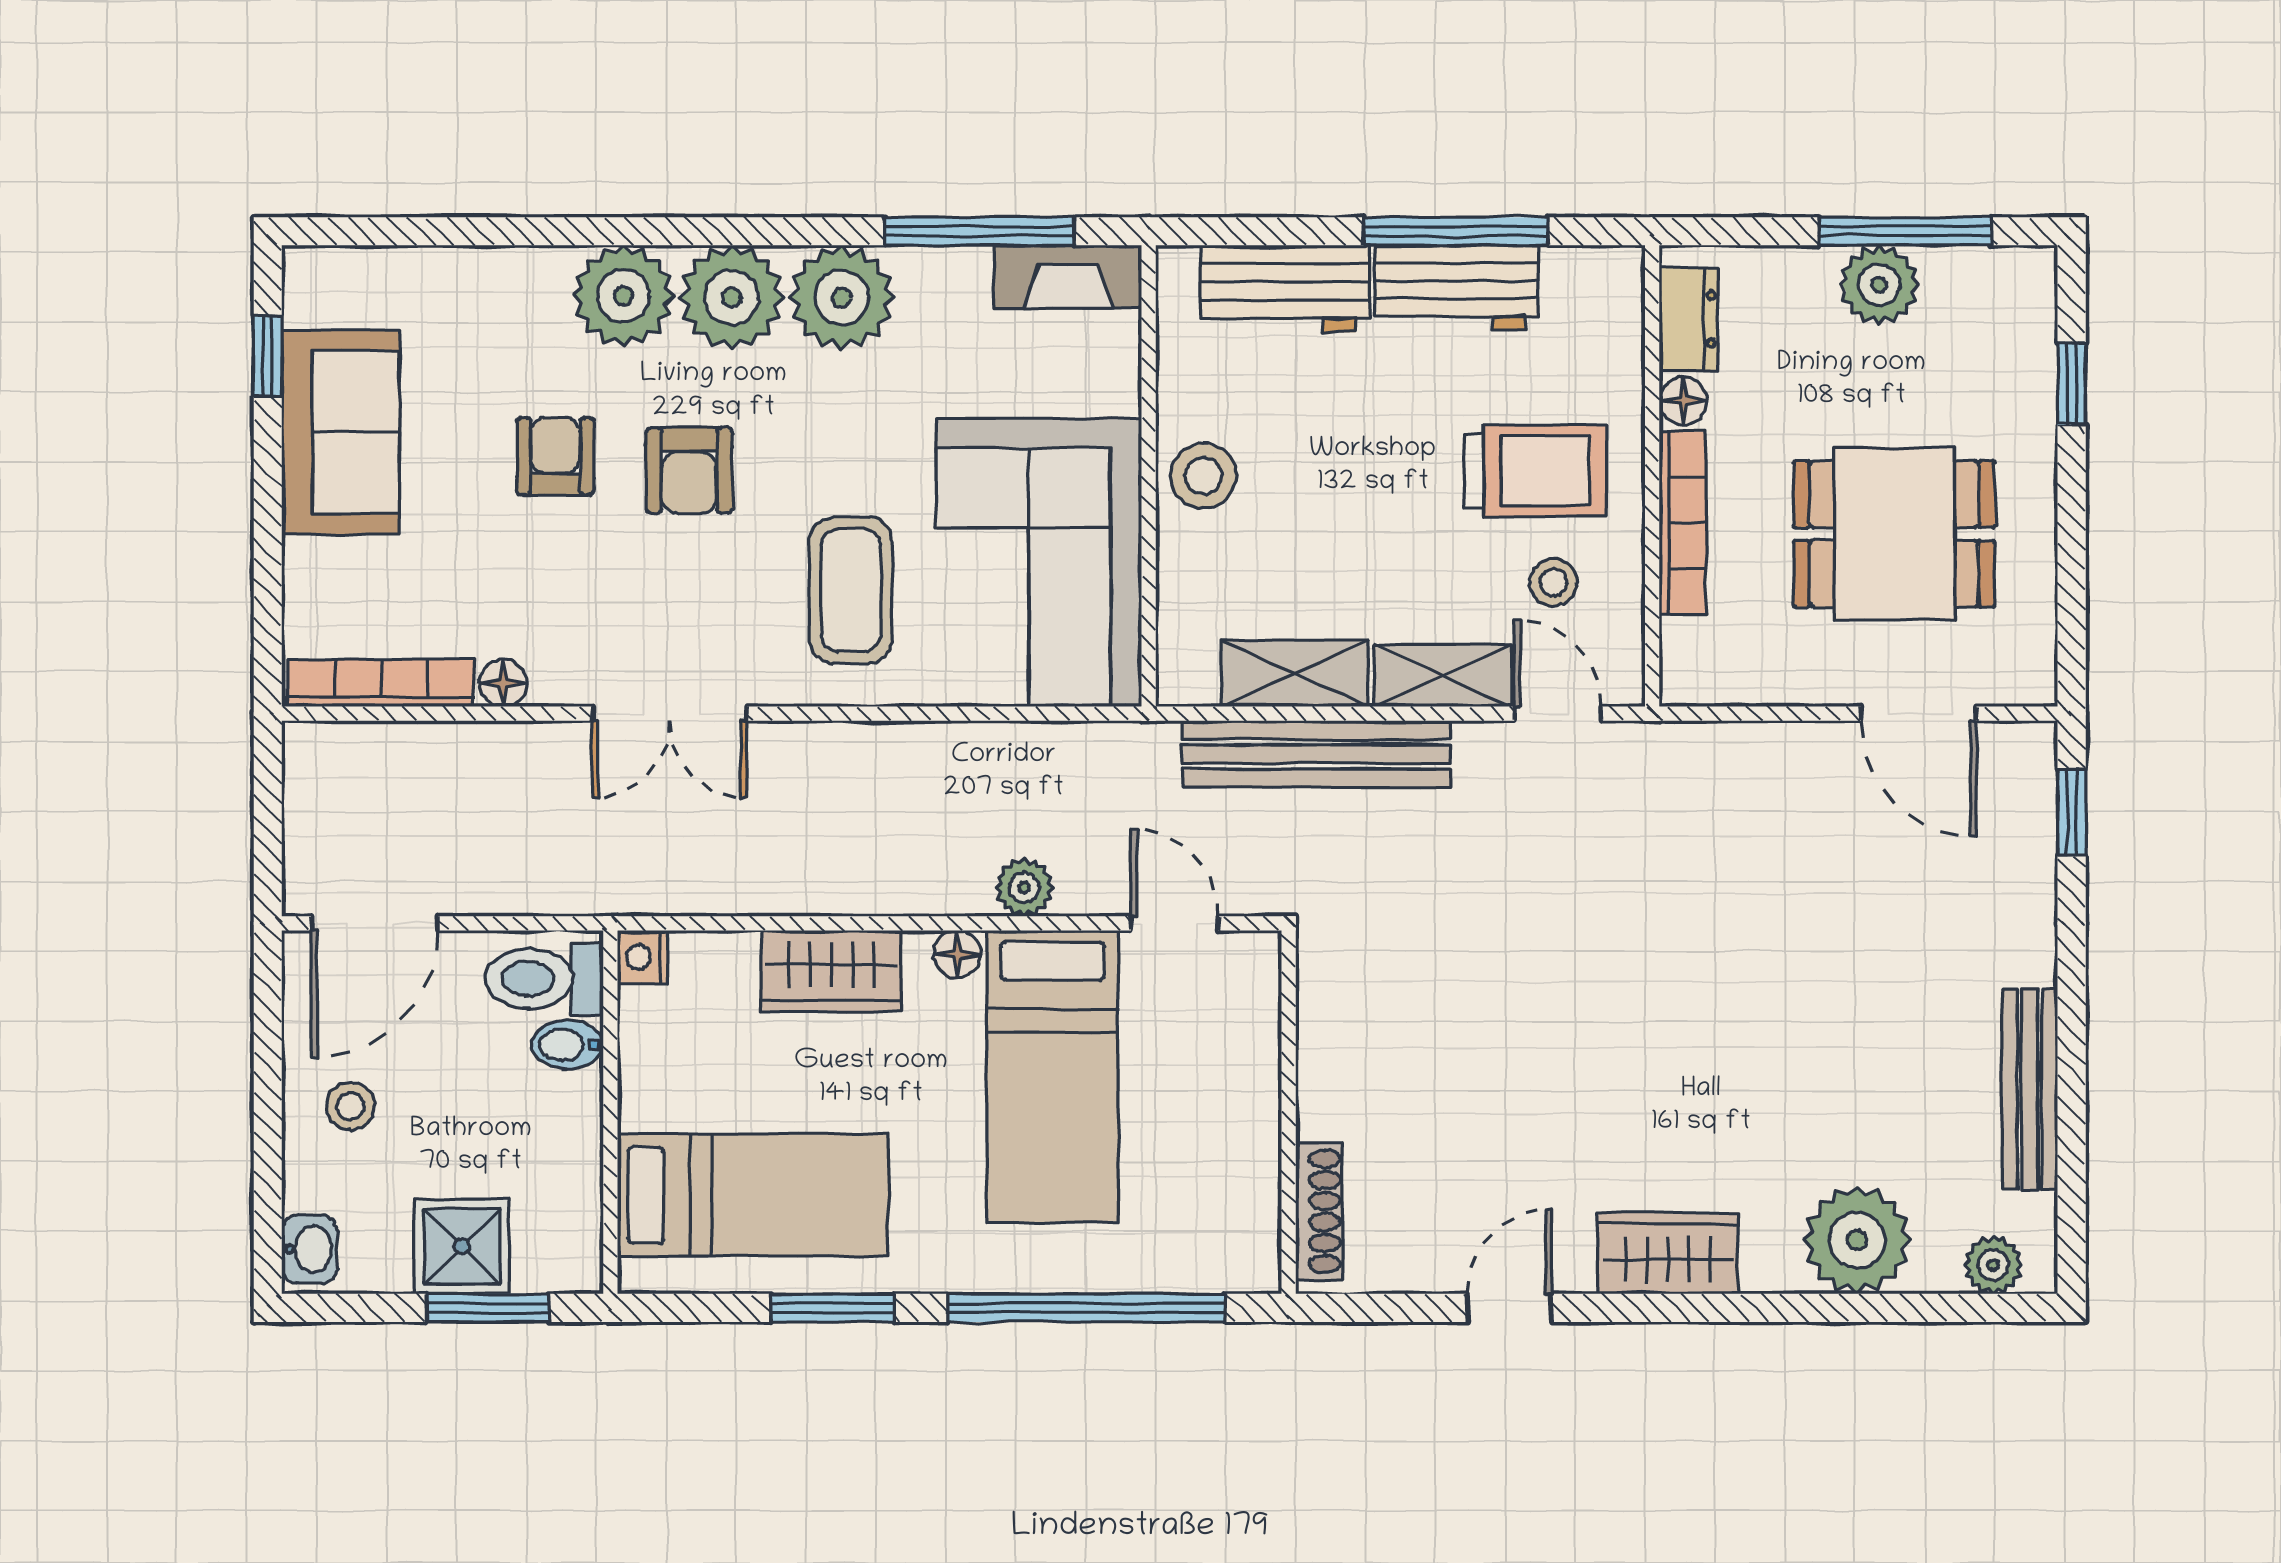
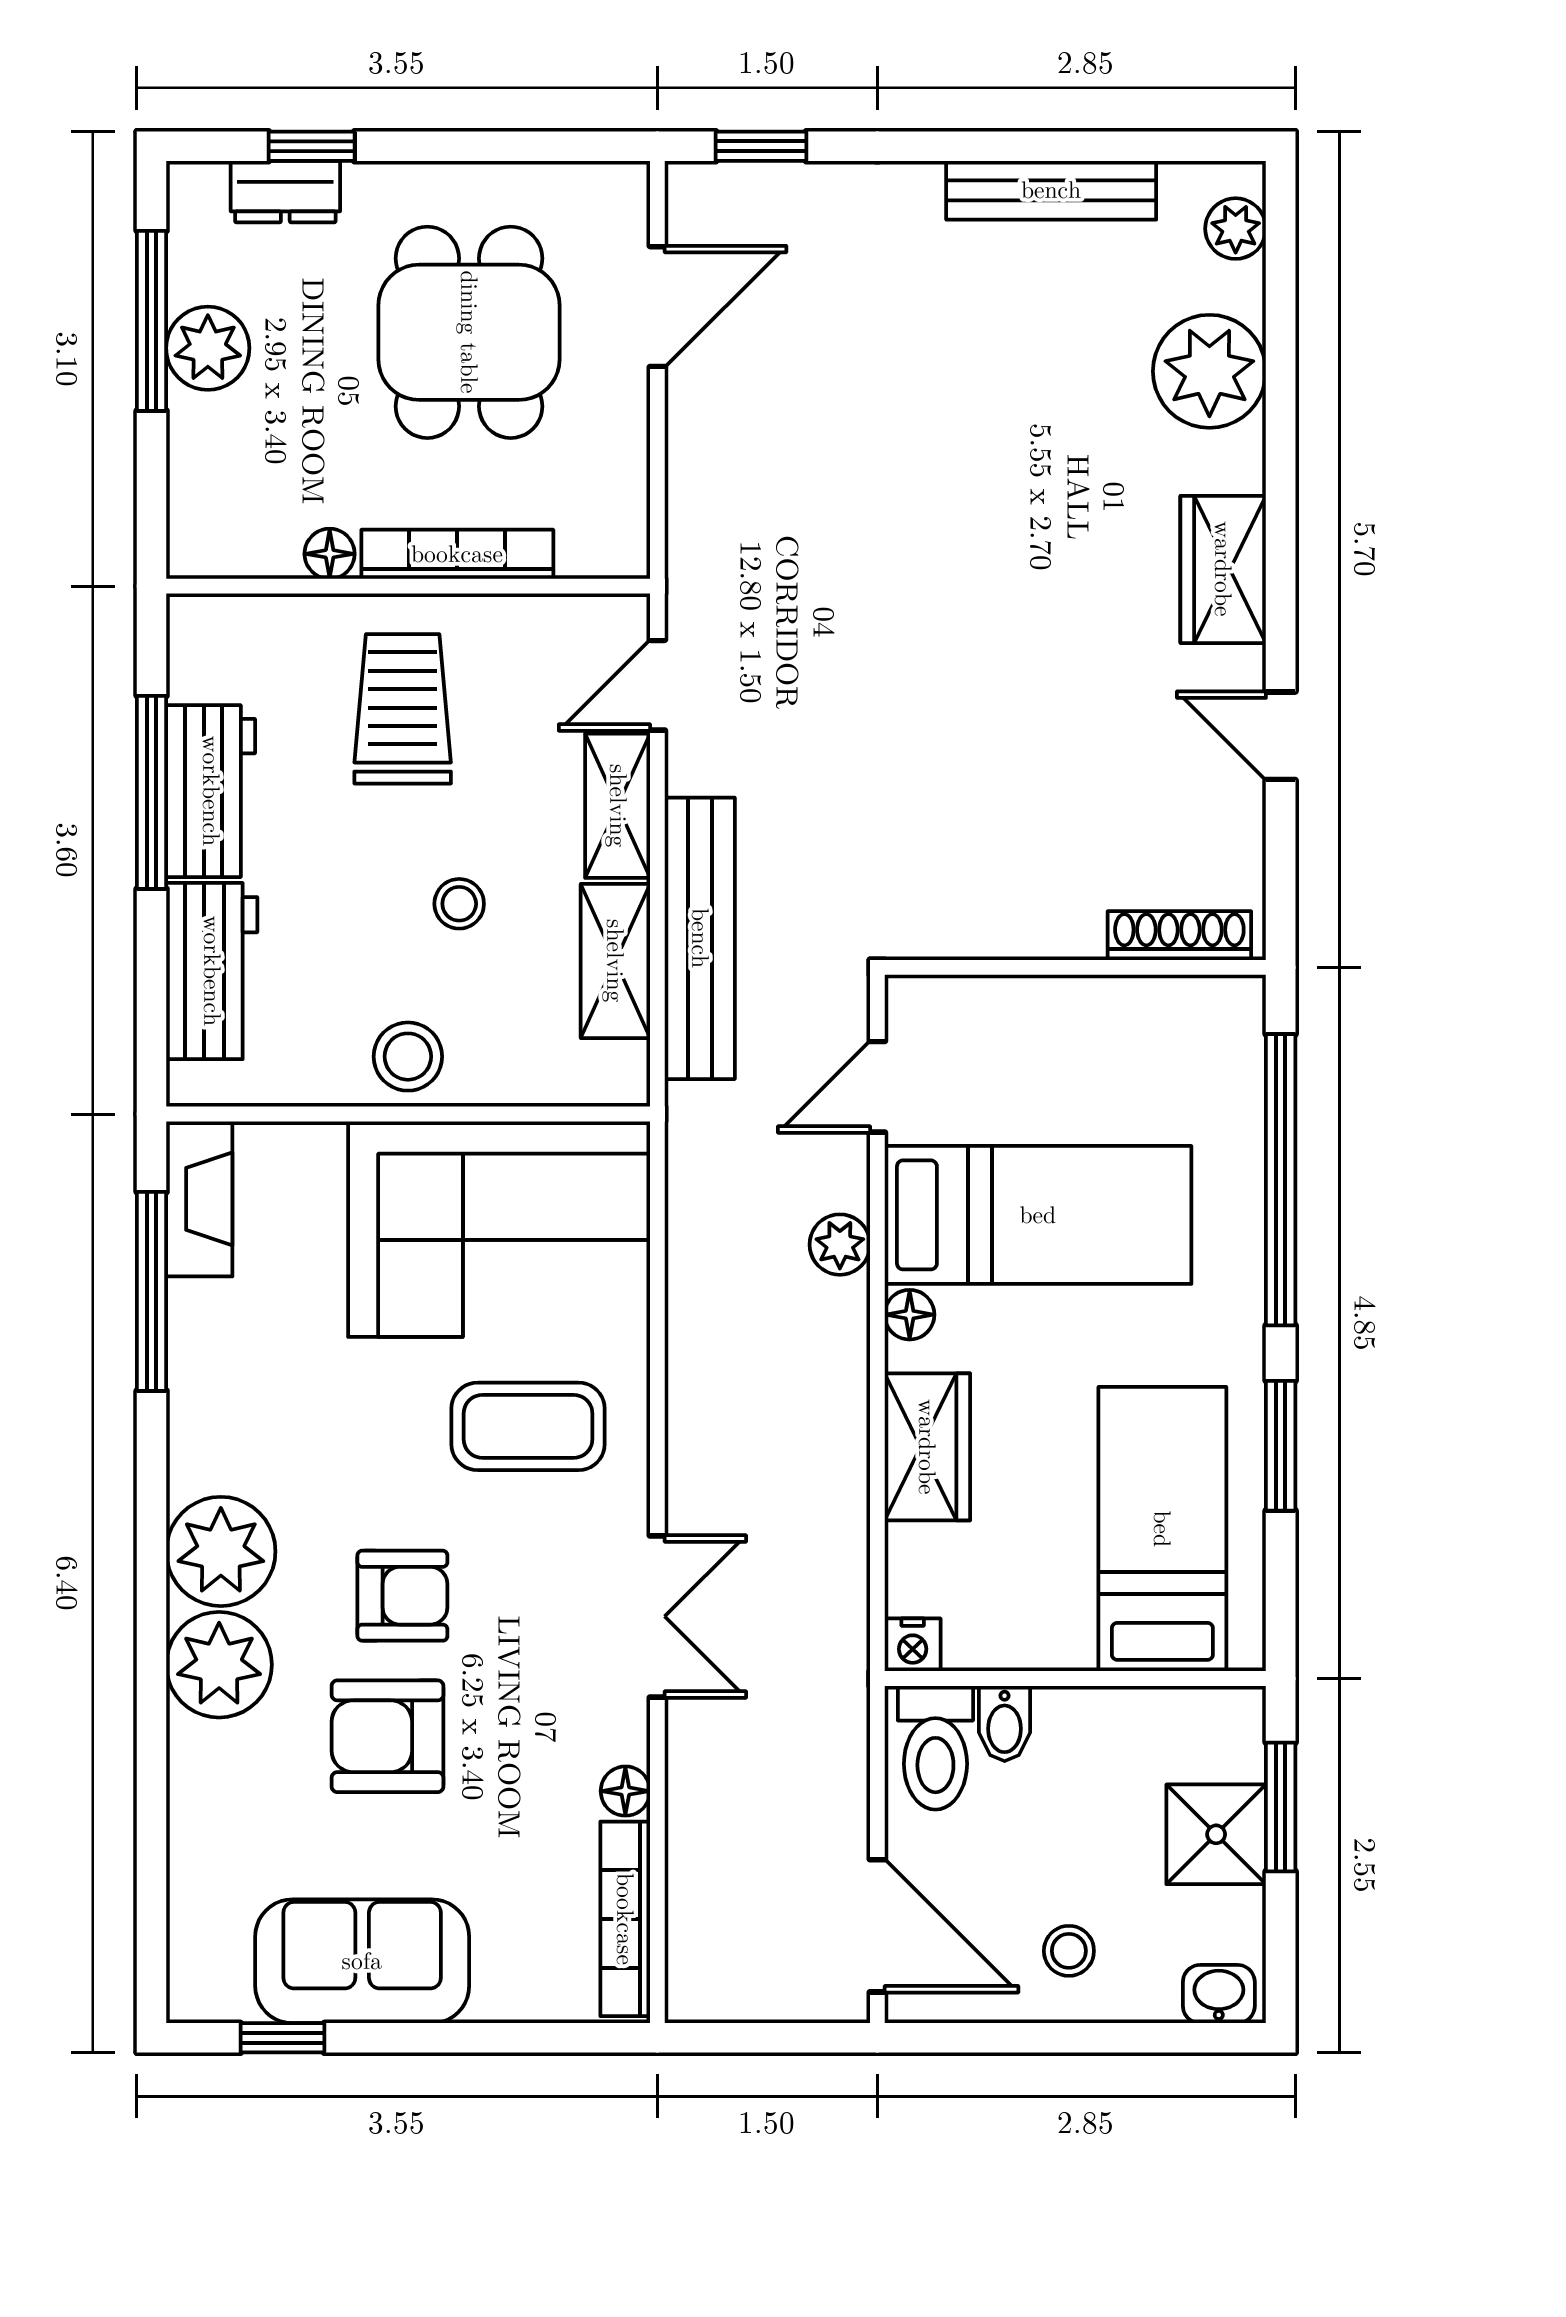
plant: (842, 298) -> (221, 1436), removed
dresser: (1688, 319) -> (285, 192), moved, turned 180
armchair: (555, 456) -> (388, 1736), width x1.38, depth x1.38
stool: (1553, 582) -> (459, 904), moved

